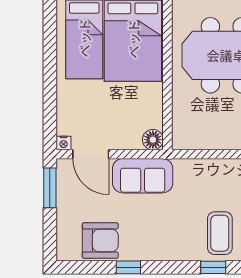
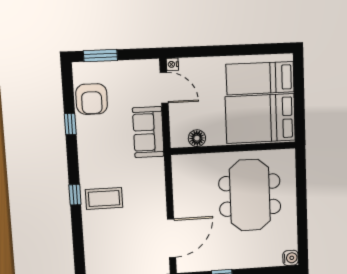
floor lamp: (153, 140) -> (197, 138), moved
door: (91, 154) -> (164, 88), swing flipped
window: (50, 188) -> (100, 56), moved

